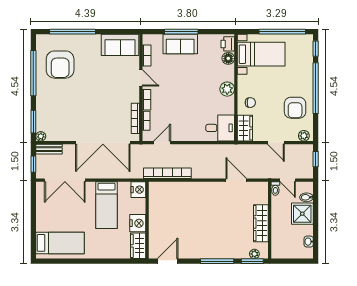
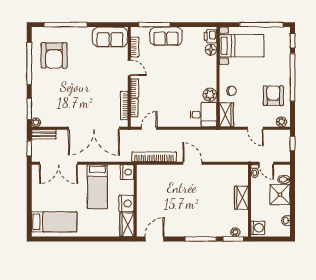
window: (181, 32) -> (154, 25), moved
plant: (227, 89) -> (210, 95), moved
armchair: (295, 108) -> (273, 96), turned 180
door: (236, 180) -> (192, 163), moved
wardrobe: (261, 223) -> (241, 198), width x0.67
washing machine: (278, 249) -> (258, 228), added

